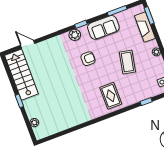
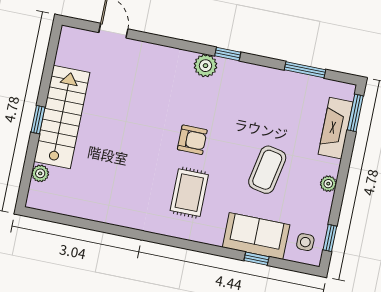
sofa: (103, 27) -> (256, 236), moved, turned 180
armchair: (88, 59) -> (192, 140), moved
stairs: (21, 75) -> (62, 117), moved
rug: (111, 96) -> (189, 193), moved

